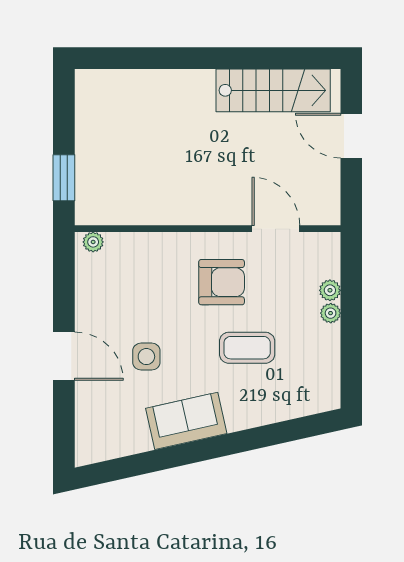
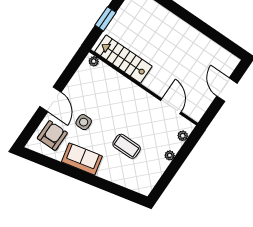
stairs: (273, 90) -> (123, 59), moved, turned 180
window: (64, 178) -> (106, 19), moved
armchair: (222, 282) -> (52, 136), moved, turned -90
plant: (330, 290) -> (183, 136), moved

